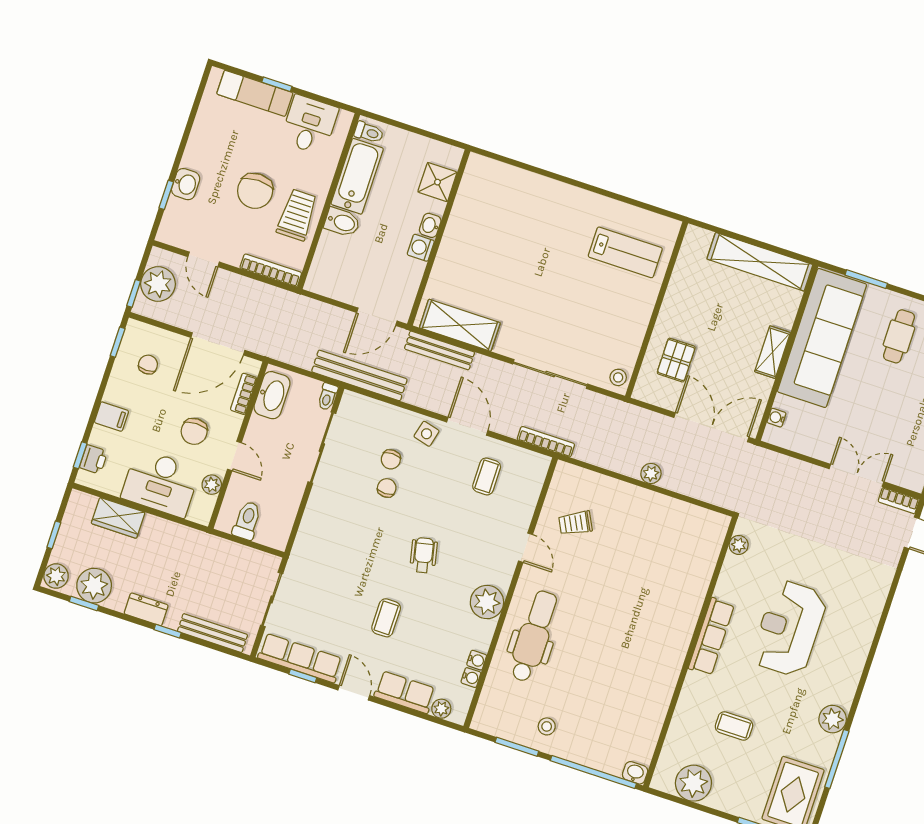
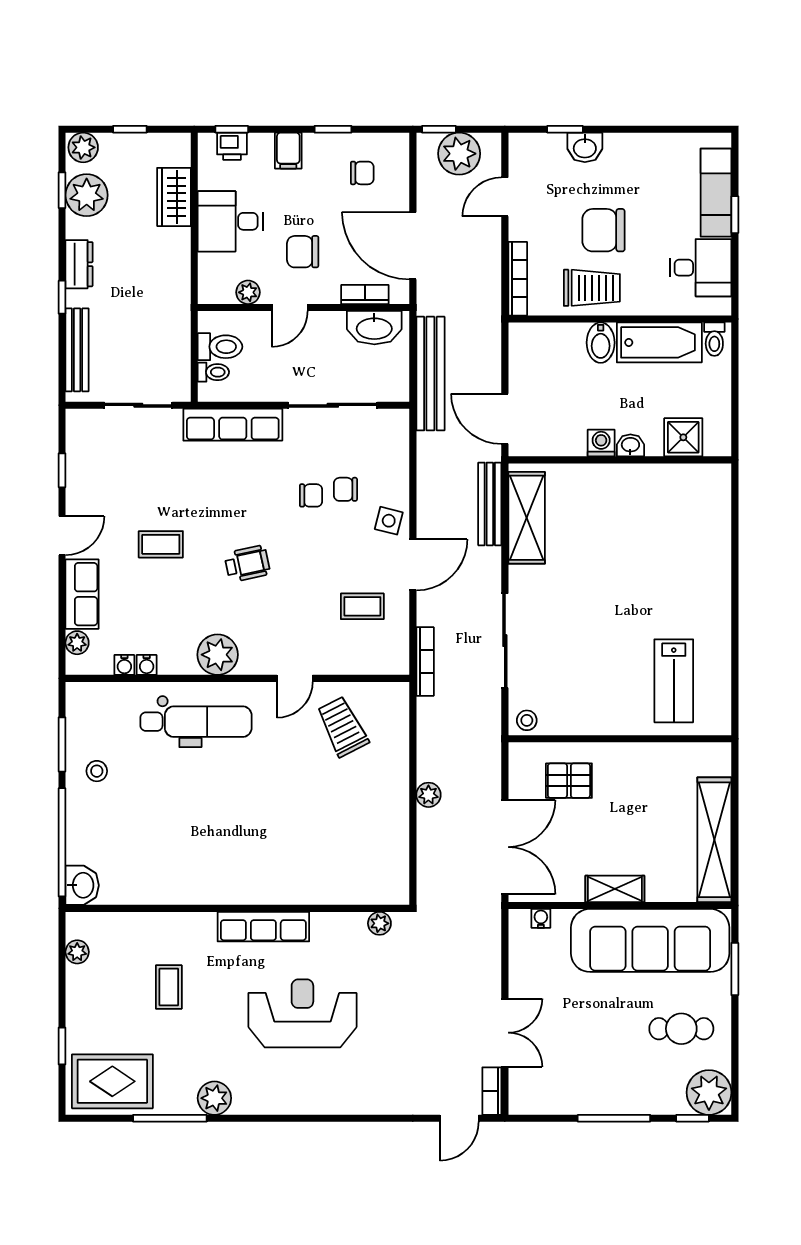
window: (118, 342) -> (333, 129), moved
bench: (359, 375) -> (430, 374), moved
toilet: (327, 397) -> (213, 372), moved, turned 180
desk: (161, 483) -> (230, 221), width x0.73
trolley: (575, 523) -> (342, 727), width x1.36, depth x1.39
row of seats: (300, 658) -> (233, 425), moved, turned 90
washbasin: (635, 773) -> (82, 885), width x1.38, depth x1.45
plant: (693, 783) -> (77, 952), width x0.53, depth x0.53

